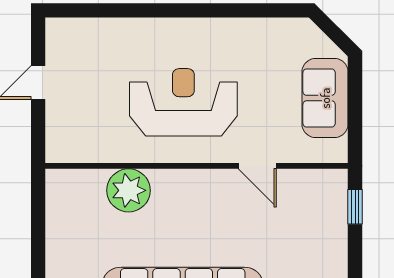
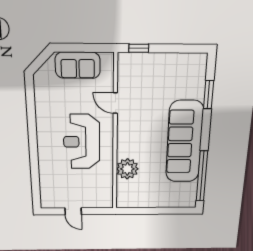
door: (257, 166) -> (115, 103), swing flipped

